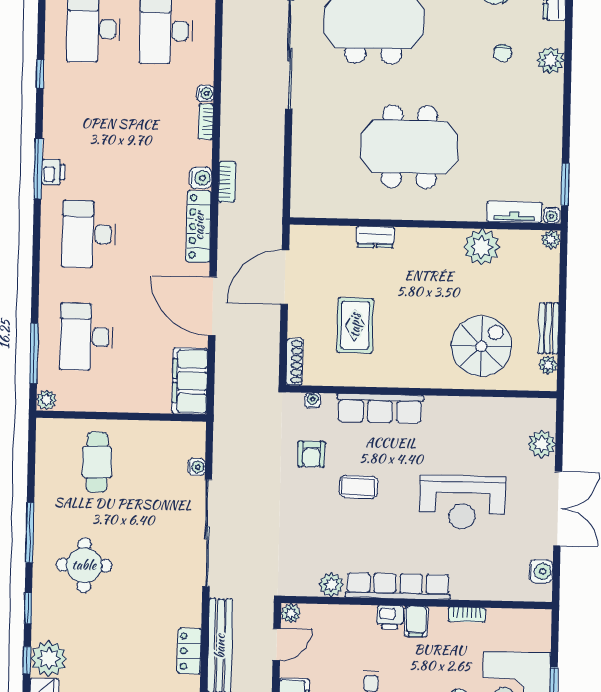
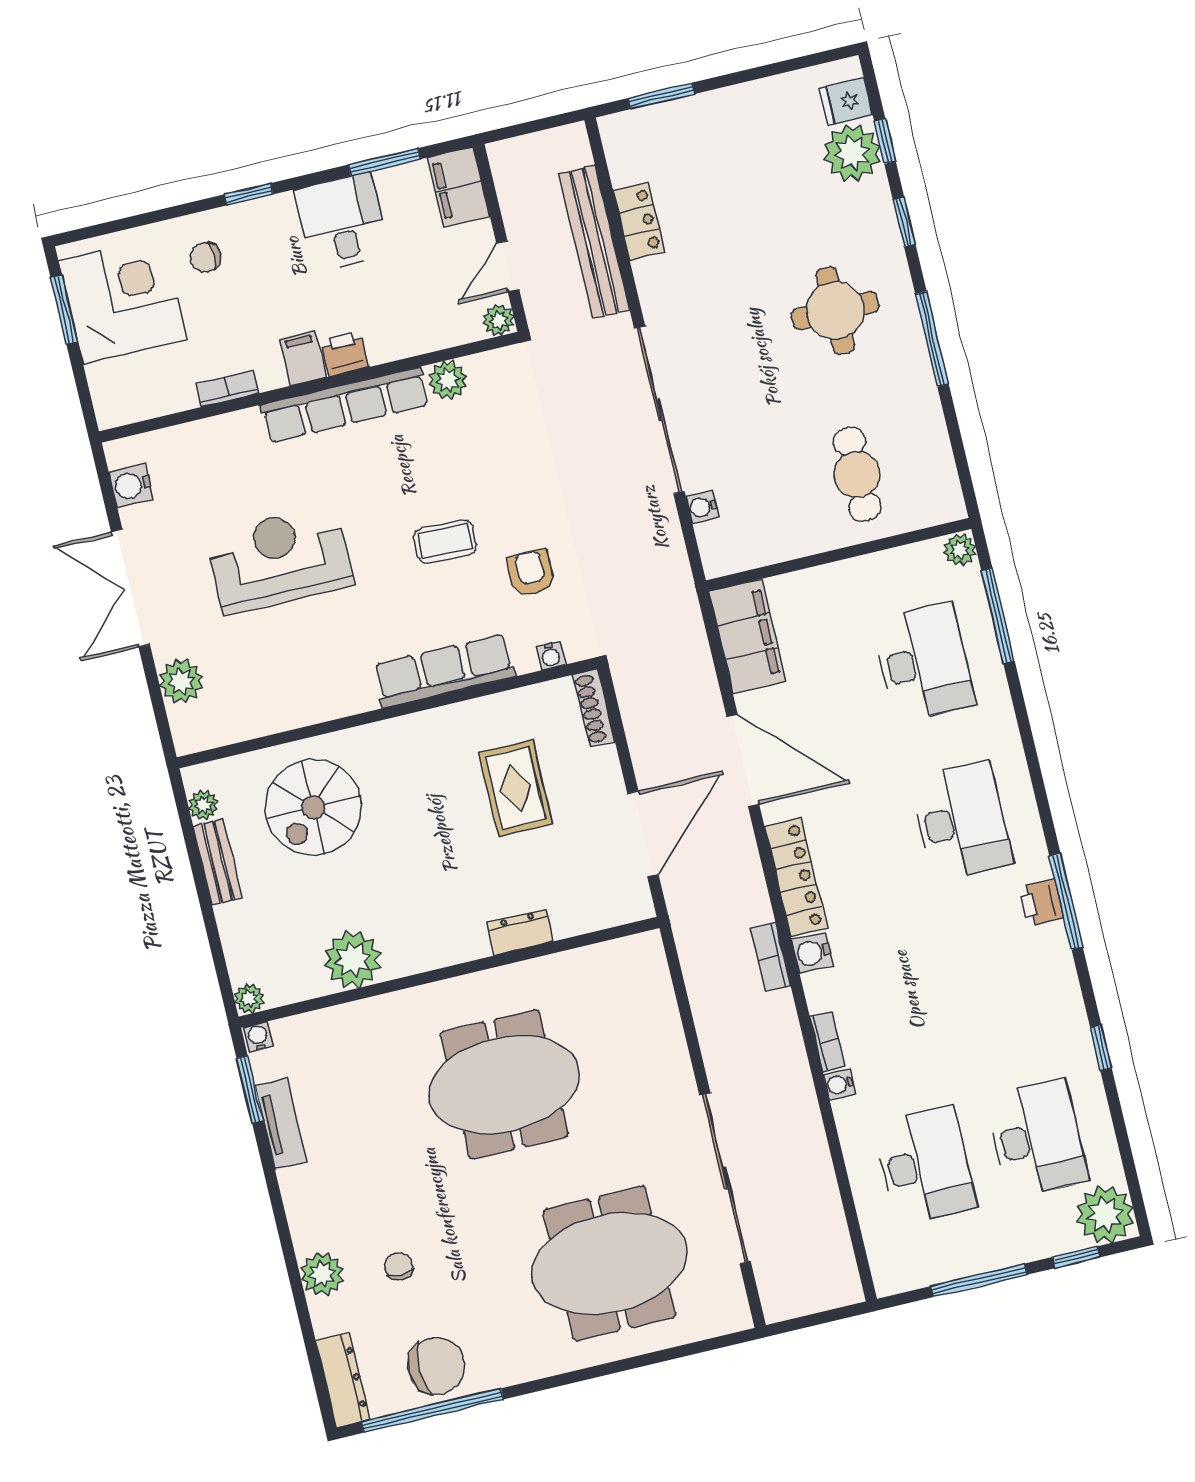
tv unit: (514, 212) -> (281, 1124), moved, turned -90

